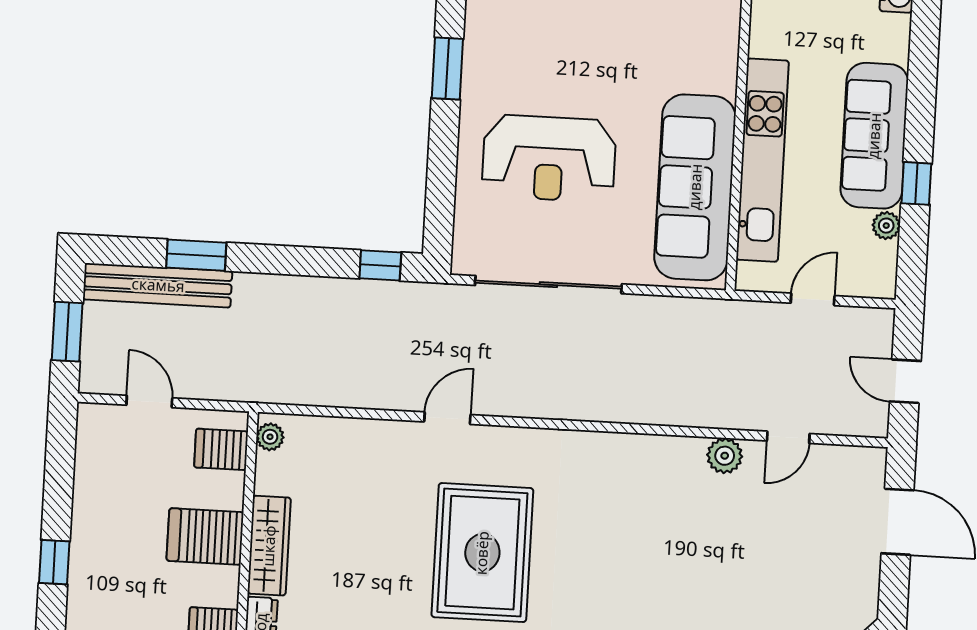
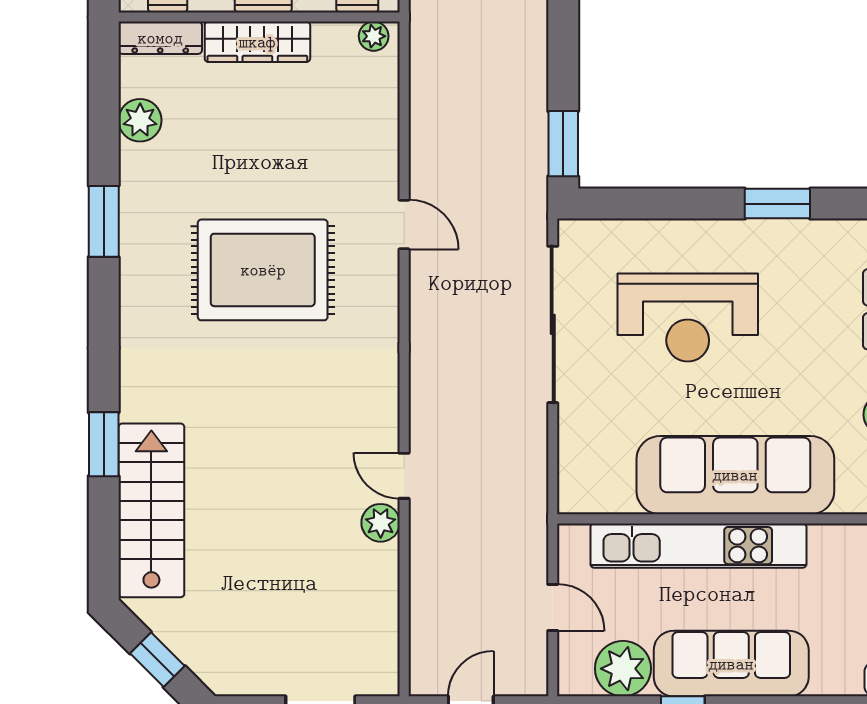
reception desk: (549, 158) -> (688, 318), turned -90
sofa: (695, 187) -> (735, 475), moved
plant: (886, 226) -> (623, 669), width x1.87, depth x1.87
window: (380, 265) -> (563, 144), width x1.50
door: (788, 437) -> (404, 476), moved

